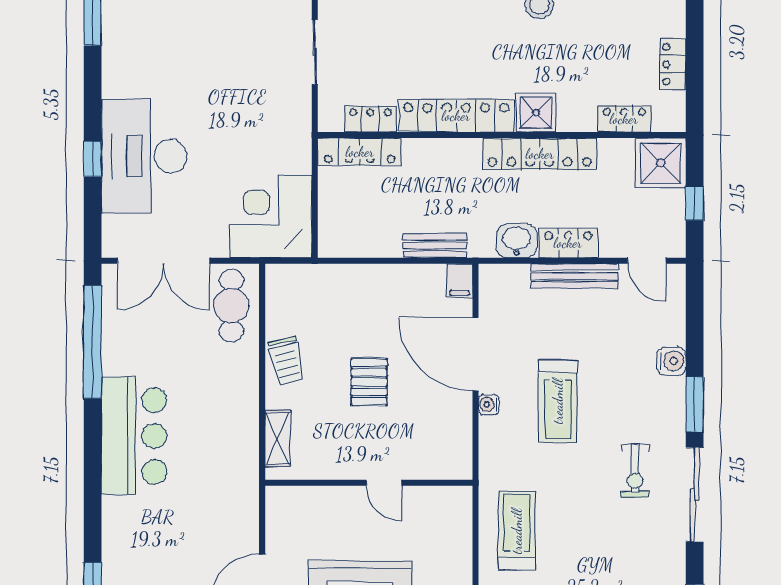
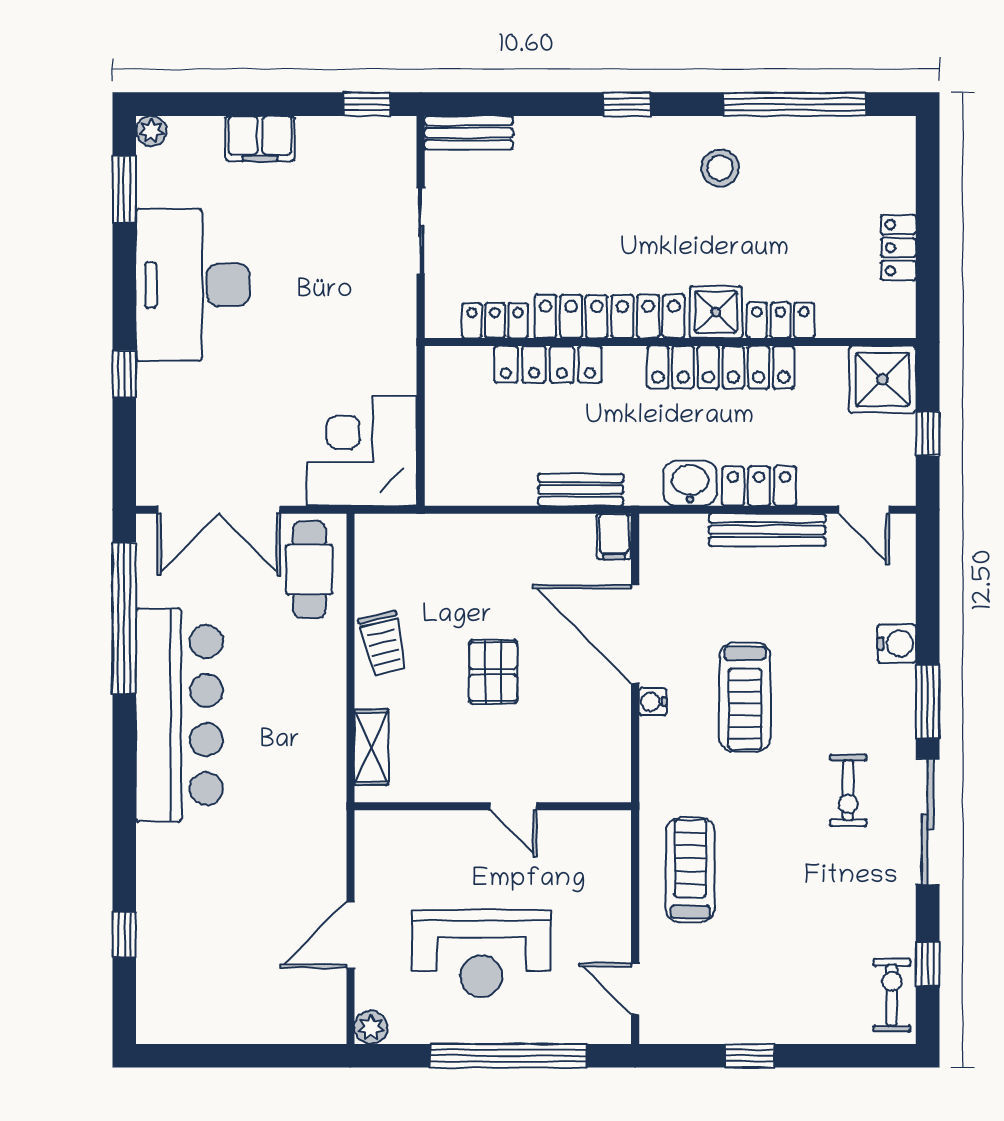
locker: (624, 119) -> (781, 320), moved
locker: (360, 152) -> (548, 364), moved
desk: (144, 156) -> (193, 285), moved
bar counter: (134, 436) -> (179, 715), width x1.36

